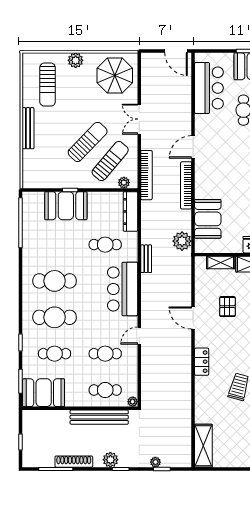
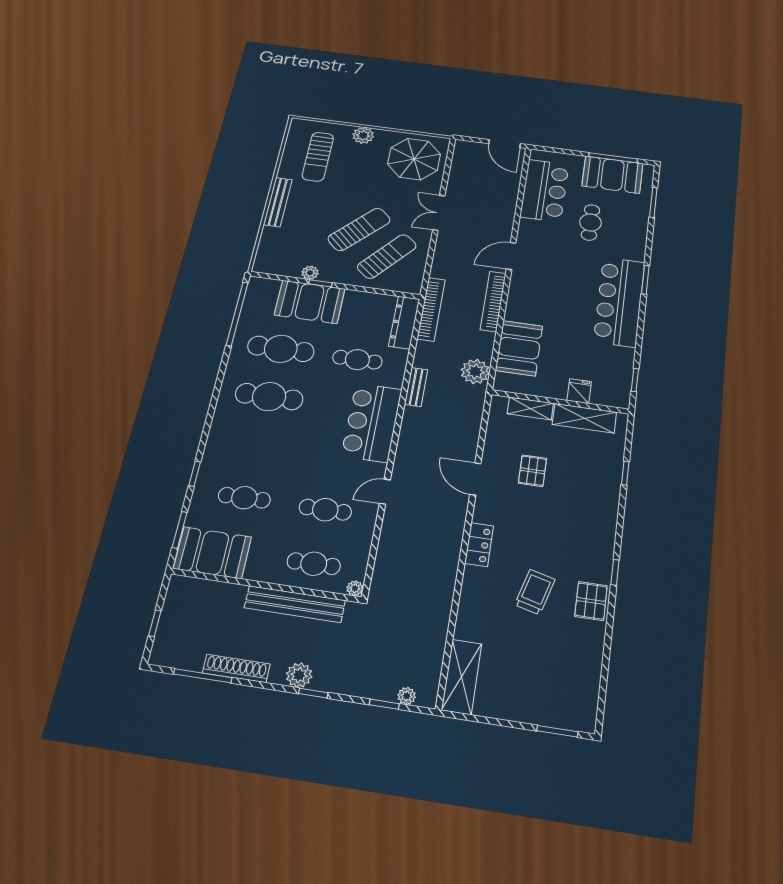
bookcase: (146, 175) -> (431, 309), moved
plant: (124, 183) -> (310, 273), moved
cafe table: (55, 317) -> (281, 349), moved
plant: (155, 462) -> (407, 696), moved

